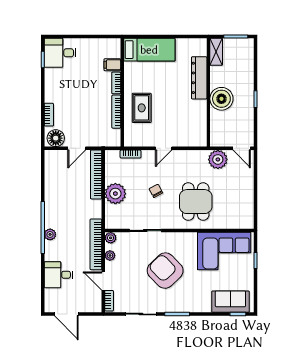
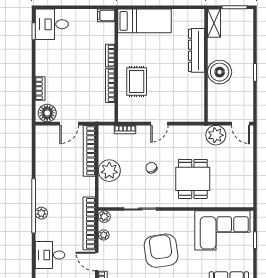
filing cabinet: (112, 65) -> (106, 15), moved
armchair: (165, 271) -> (161, 251), turned 36

